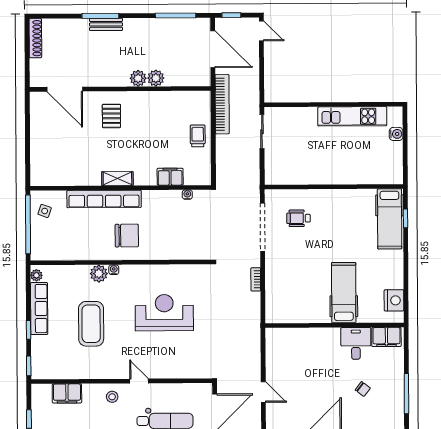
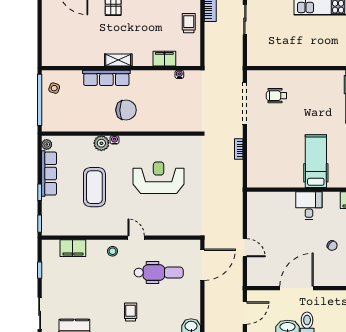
row of seats: (104, 199) -> (106, 78), width x0.73
desk: (356, 343) -> (309, 206), moved

